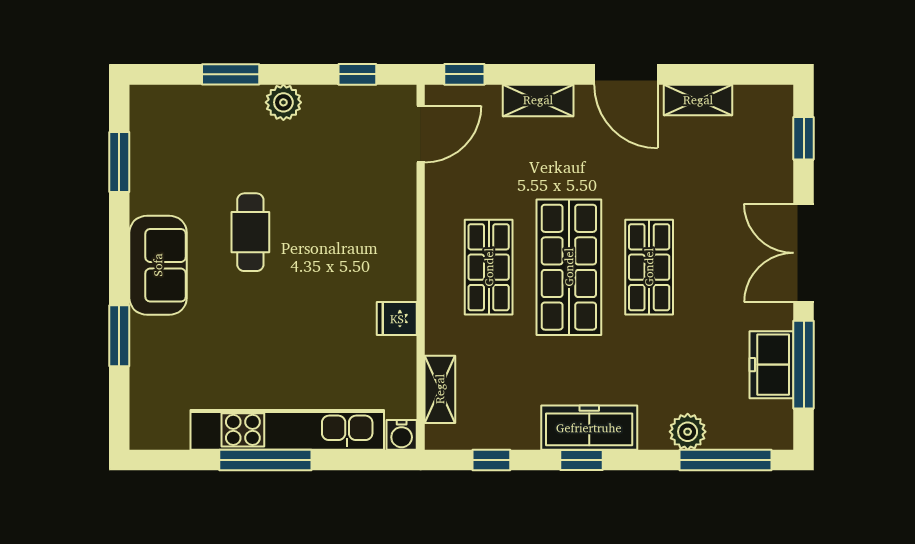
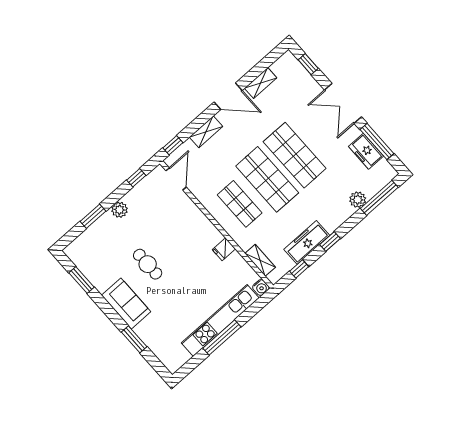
shop shelf: (649, 267) -> (295, 155), width x1.43, depth x1.36
freezer: (589, 428) -> (307, 242), moved

